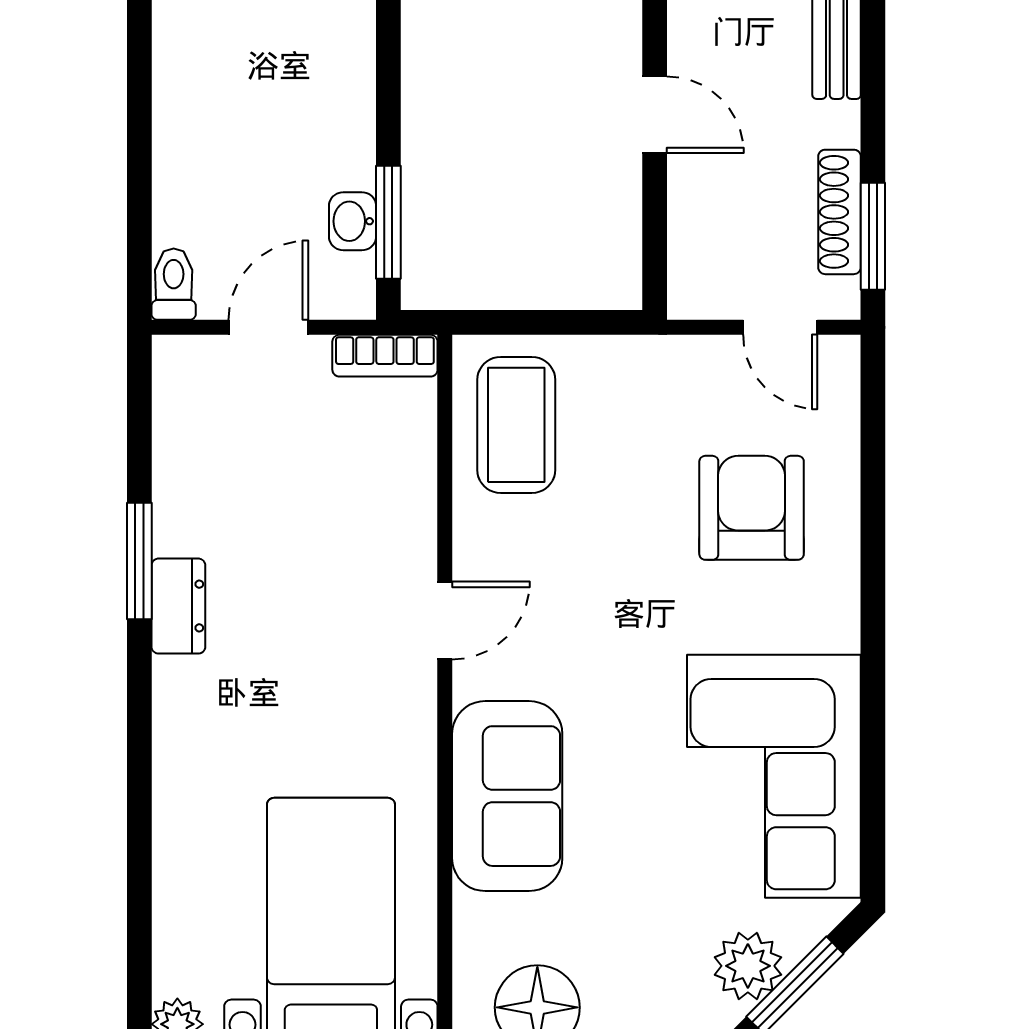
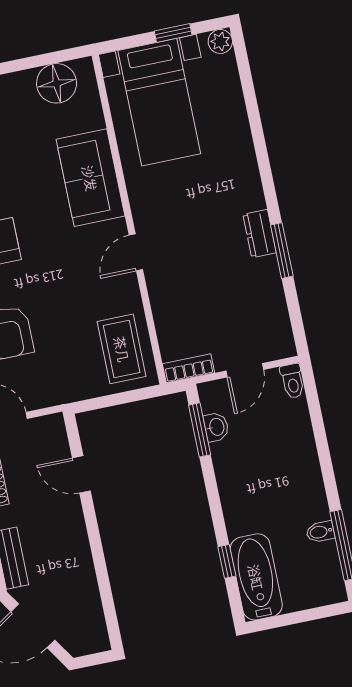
door: (655, 115) -> (81, 474), moved

